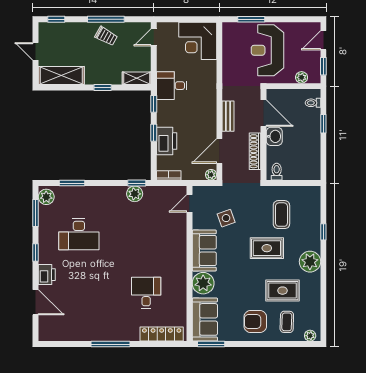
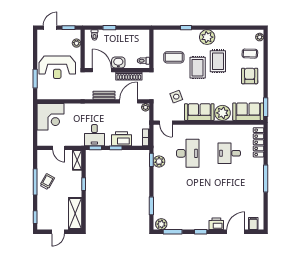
door: (154, 37) -> (59, 148), moved
door: (323, 40) -> (50, 28), swing flipped
desk: (172, 86) -> (94, 135), moved
door: (264, 113) -> (102, 70), hinge flipped
door: (219, 151) -> (129, 101), swing flipped
desk: (79, 234) -> (188, 153), moved
rug: (282, 291) -> (218, 61), moved
armchair: (255, 322) -> (250, 76), turned 180
filing cabinet: (47, 327) -> (253, 224), added

